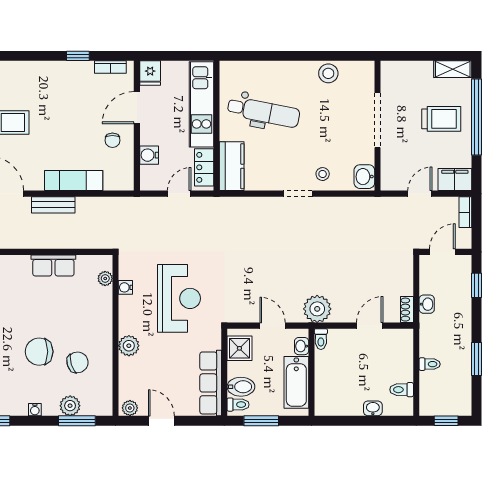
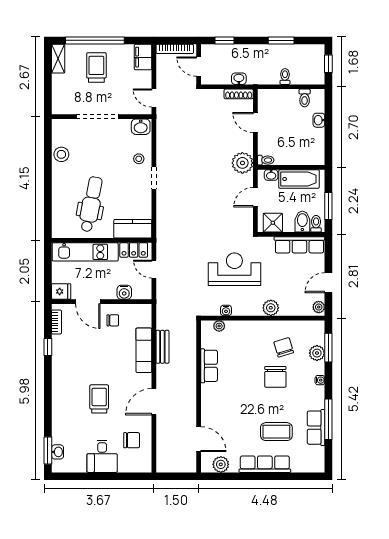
door: (420, 194) -> (154, 98), moved
bench: (53, 205) -> (162, 347), moved
bookcase: (465, 212) -> (175, 49), width x1.56
shoe rack: (407, 310) -> (239, 94), width x1.43

